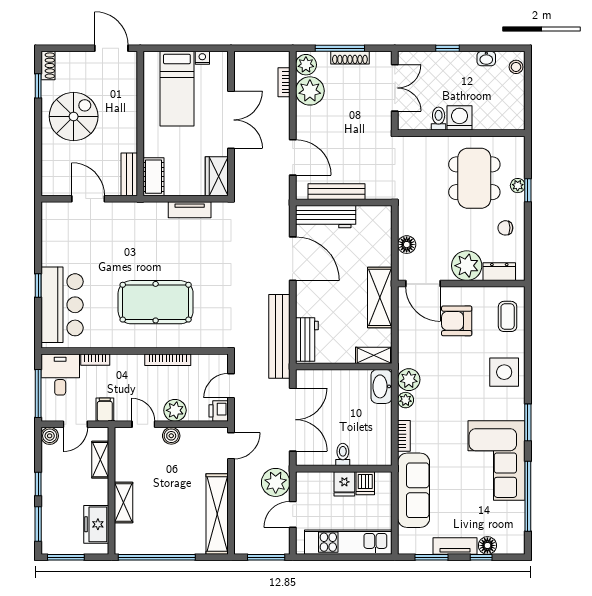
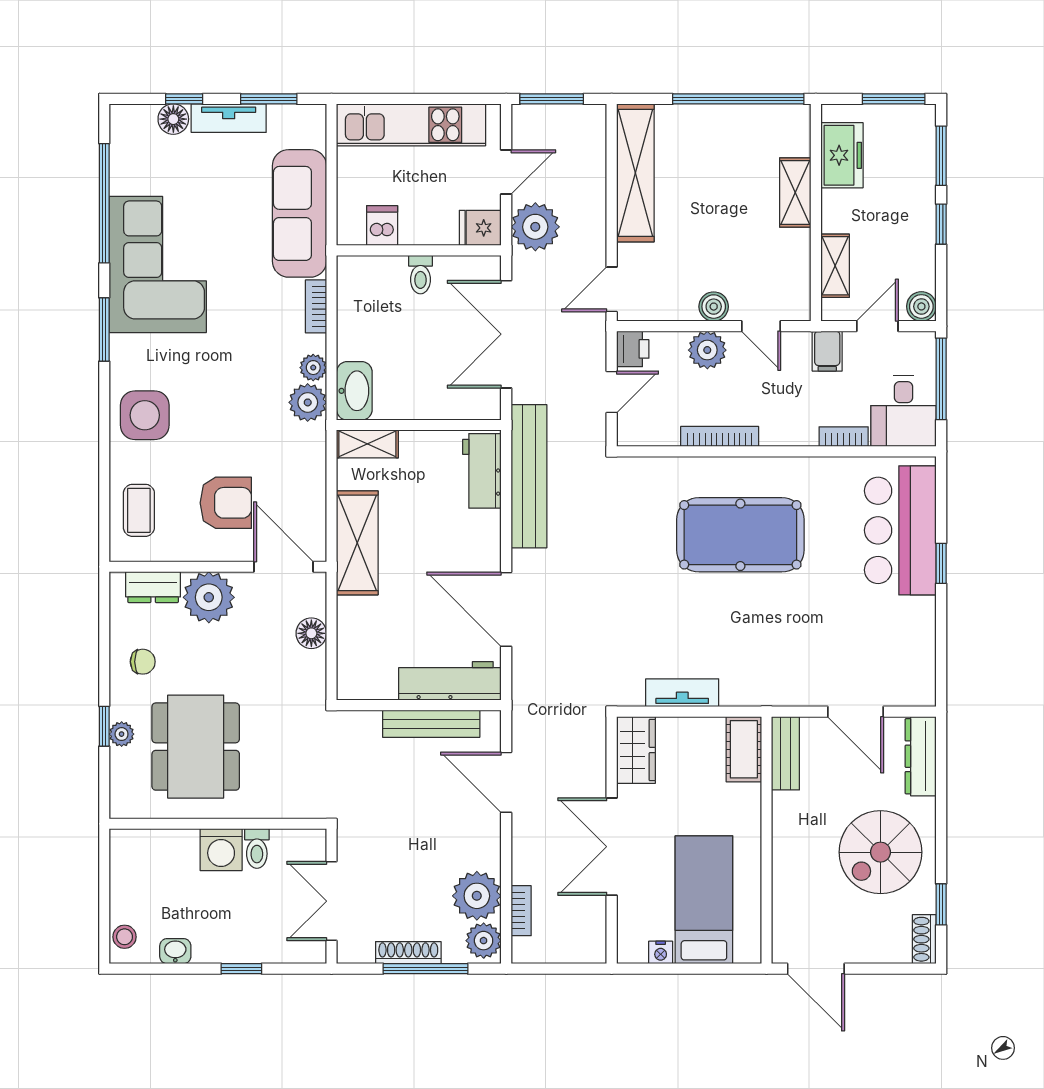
dresser: (50, 173) -> (921, 756), added
fridge: (344, 484) -> (480, 228), moved, turned -90

